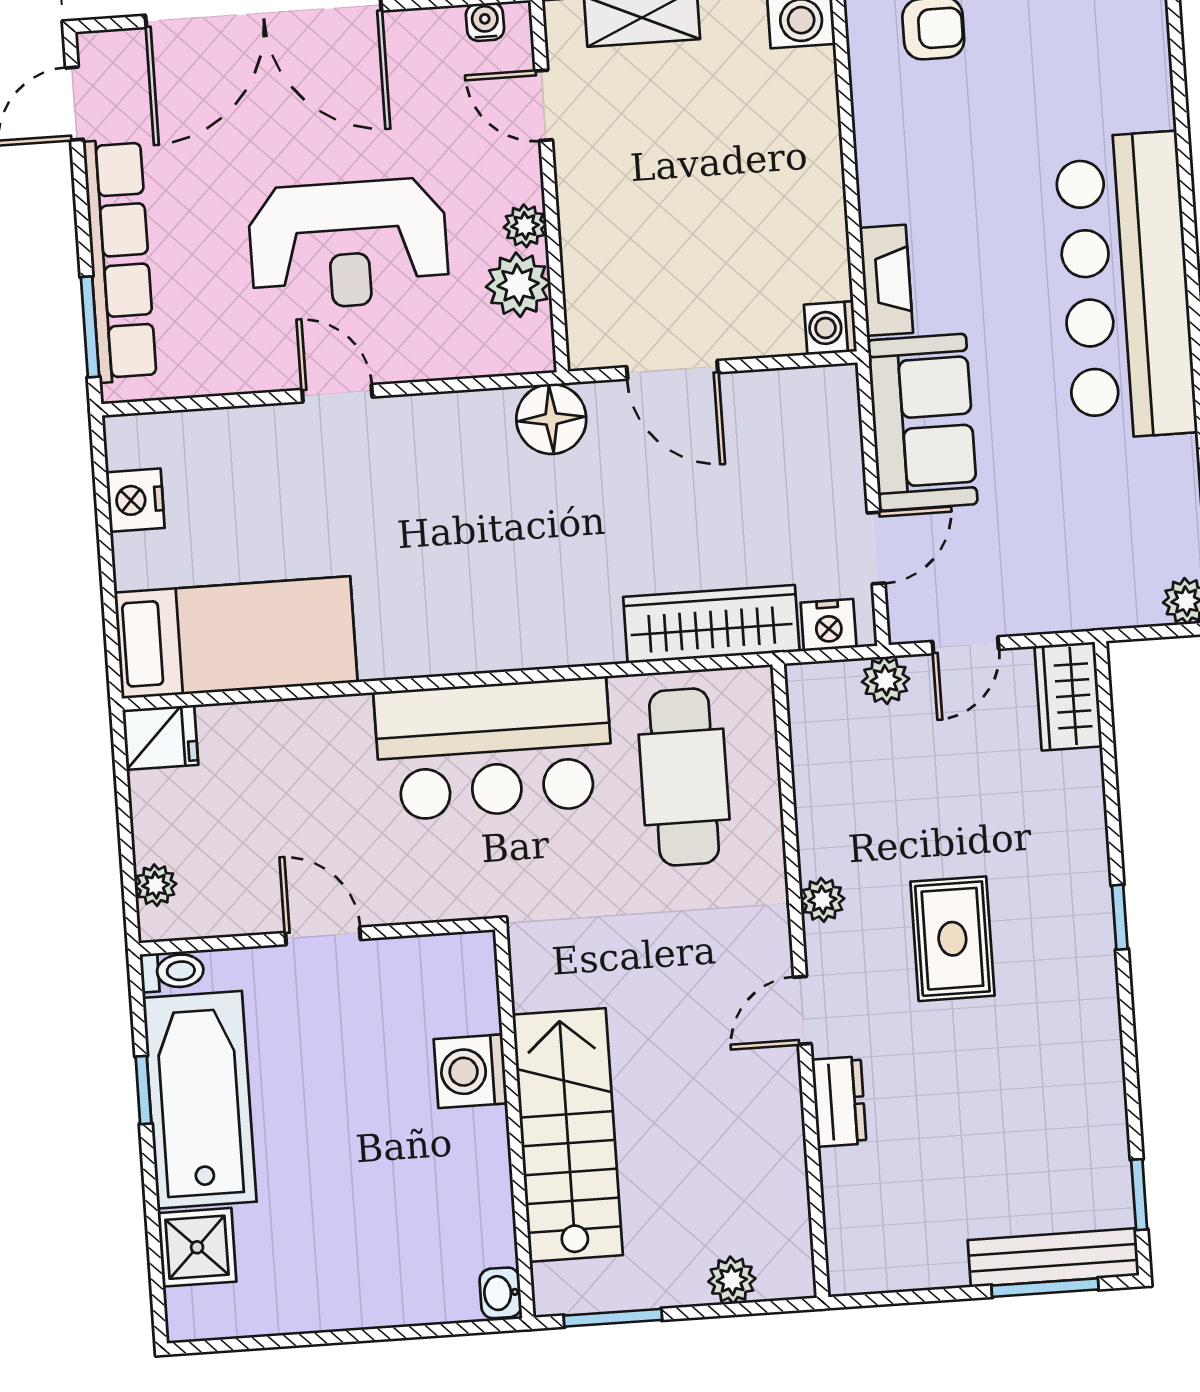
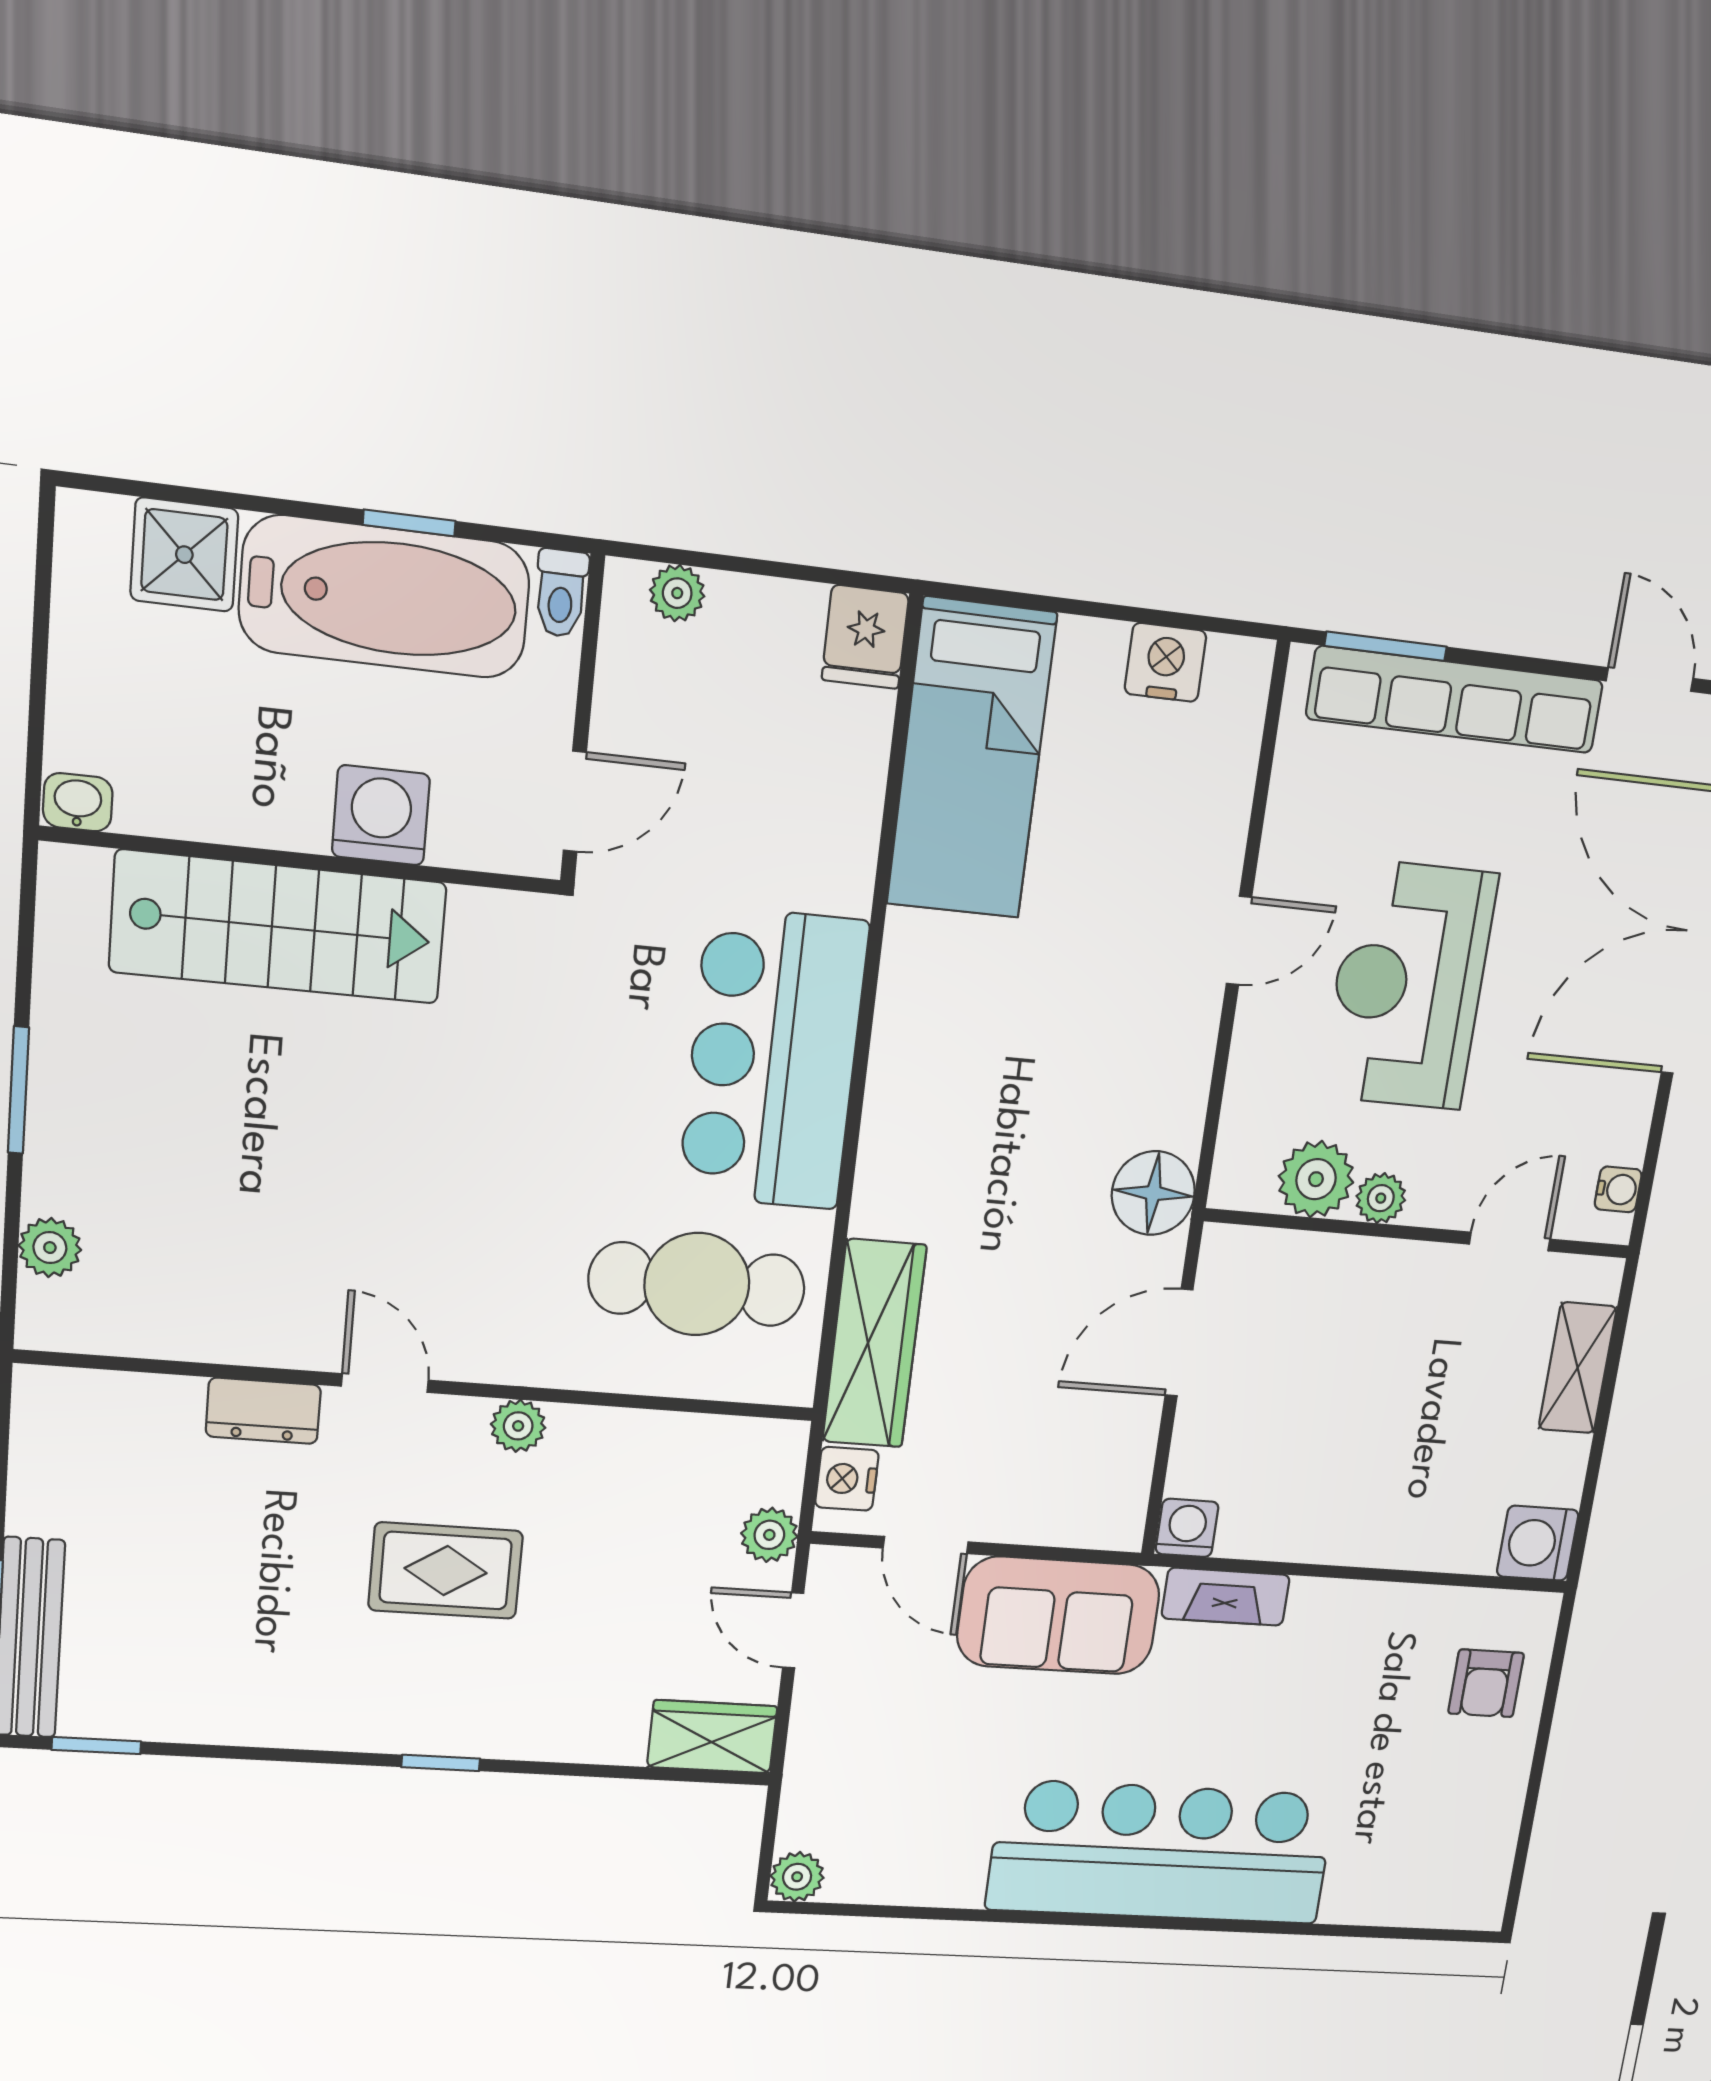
washing machine: (470, 1071) -> (381, 815), moved
wall: (514, 1124) -> (303, 860), moved
stairs: (568, 1135) -> (278, 927), moved
washbasin: (500, 1293) -> (78, 802), moved

